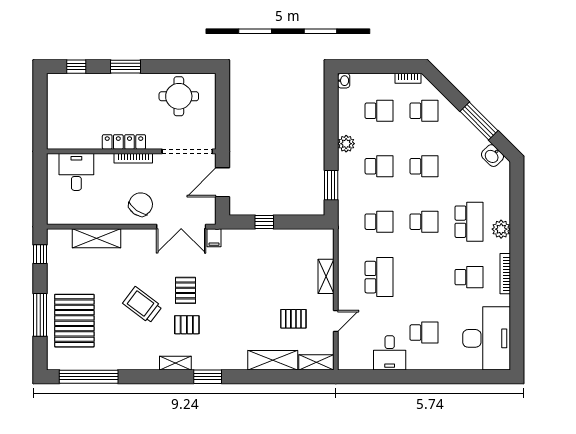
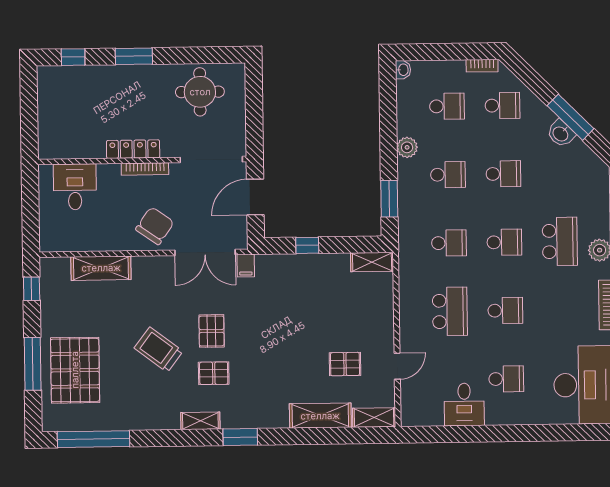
washbasin: (492, 156) -> (561, 134), moved
shelving: (326, 276) -> (372, 262), moved, turned 90
school desk: (469, 277) -> (505, 311), moved

